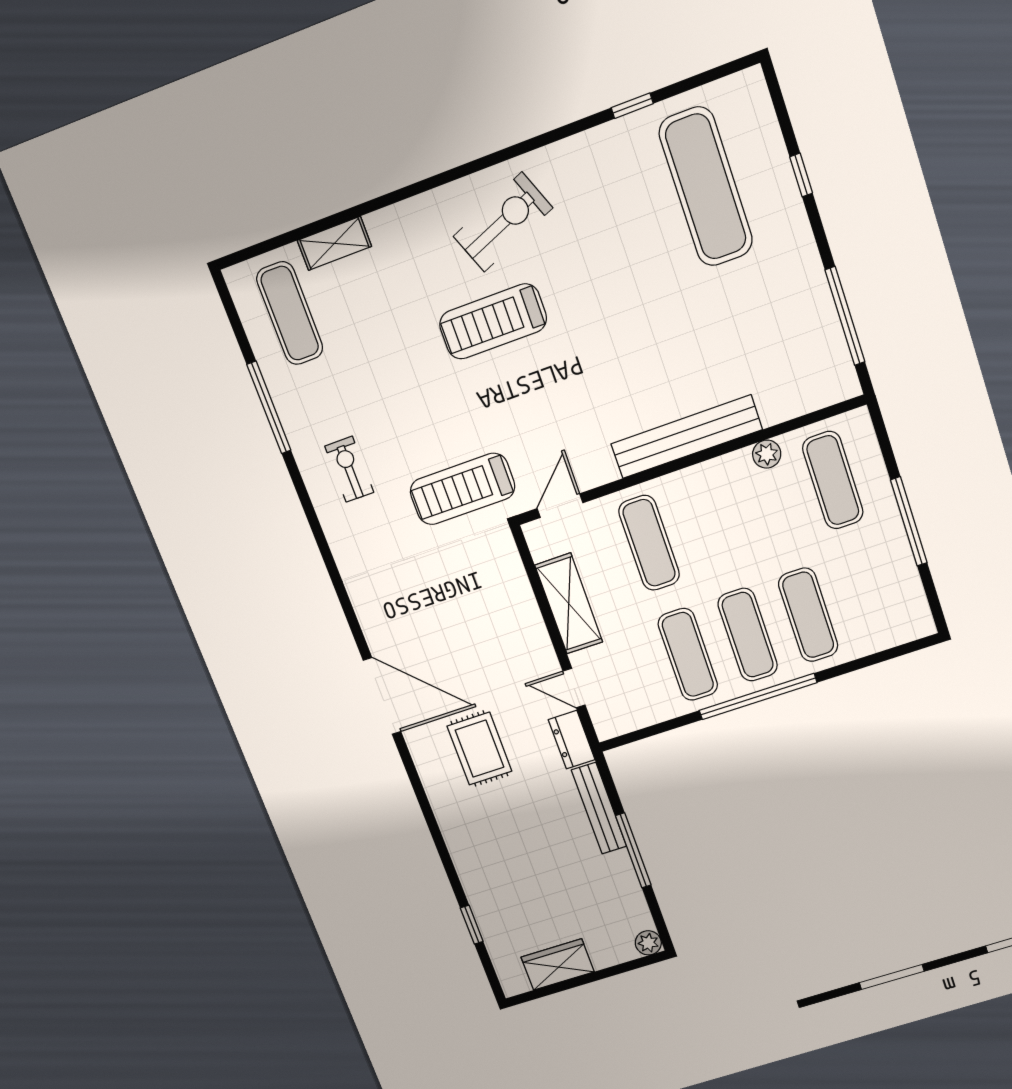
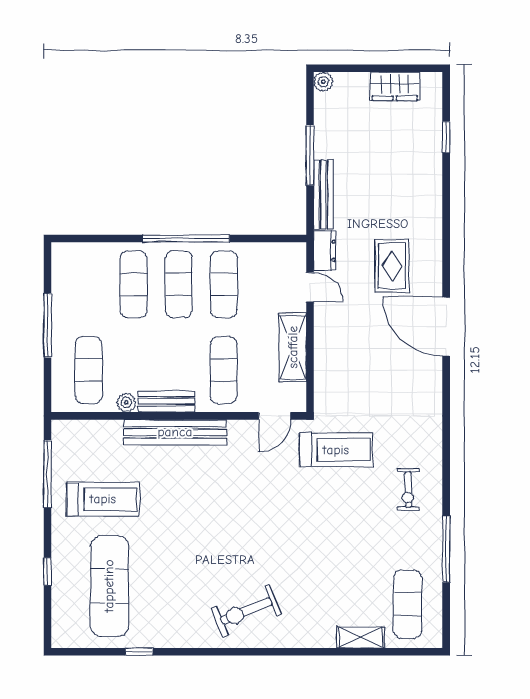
treadmill: (493, 321) -> (103, 499), moved
bench: (712, 475) -> (166, 401), added

